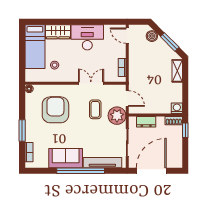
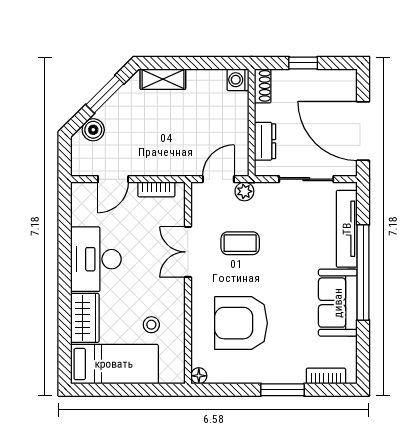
door: (127, 36) -> (113, 179), moved
plant: (117, 116) -> (244, 191), width x0.53, depth x0.53
window: (185, 130) -> (303, 63), moved

